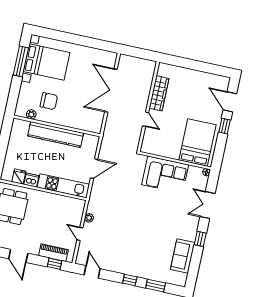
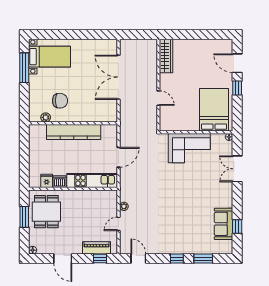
bed with nightstands: (47, 62) -> (49, 57), width x0.73
wardrobe: (159, 93) -> (166, 56), moved
door: (80, 234) -> (118, 224), hinge flipped
window: (200, 239) -> (237, 226), moved

